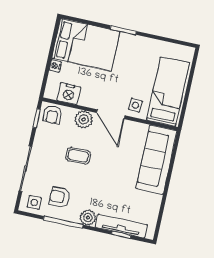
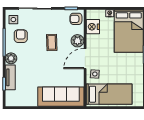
tv unit: (121, 226) -> (10, 77), width x0.71

